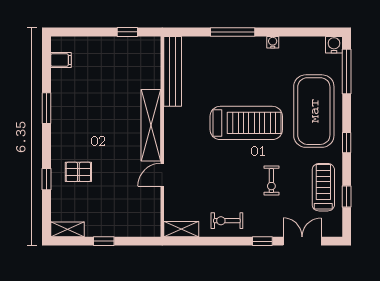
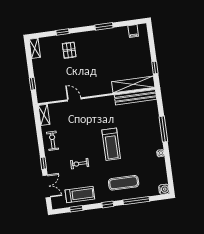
window: (347, 72) -> (136, 201), moved
exercise mat: (314, 111) -> (124, 183), width x0.50, depth x0.69
treadmill: (246, 123) -> (111, 144), width x0.73, depth x0.73
shelving: (151, 125) -> (133, 84), moved
window: (104, 241) -> (33, 84), moved

